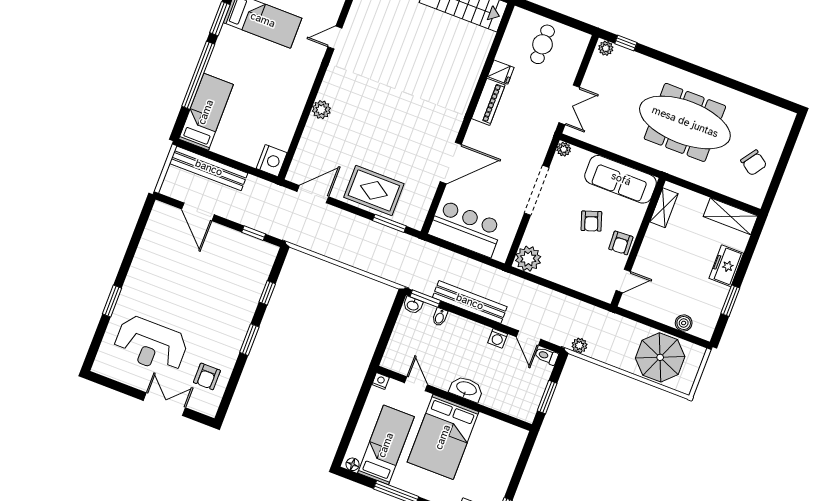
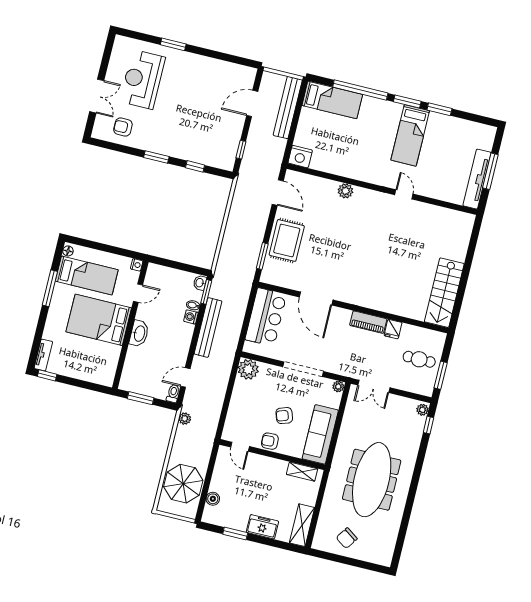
window: (566, 20) -> (441, 375), added
washing machine: (498, 338) -> (191, 317), moved

